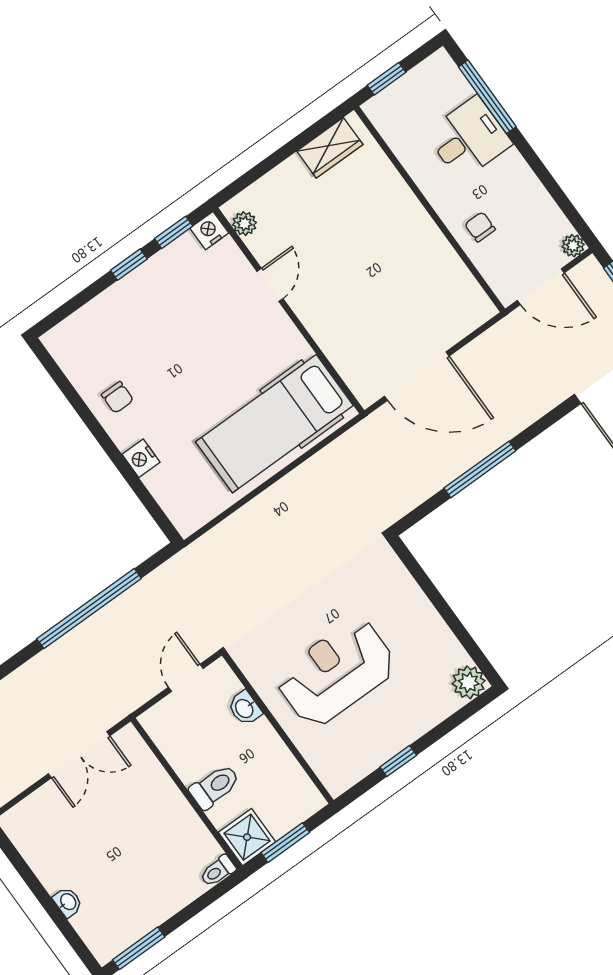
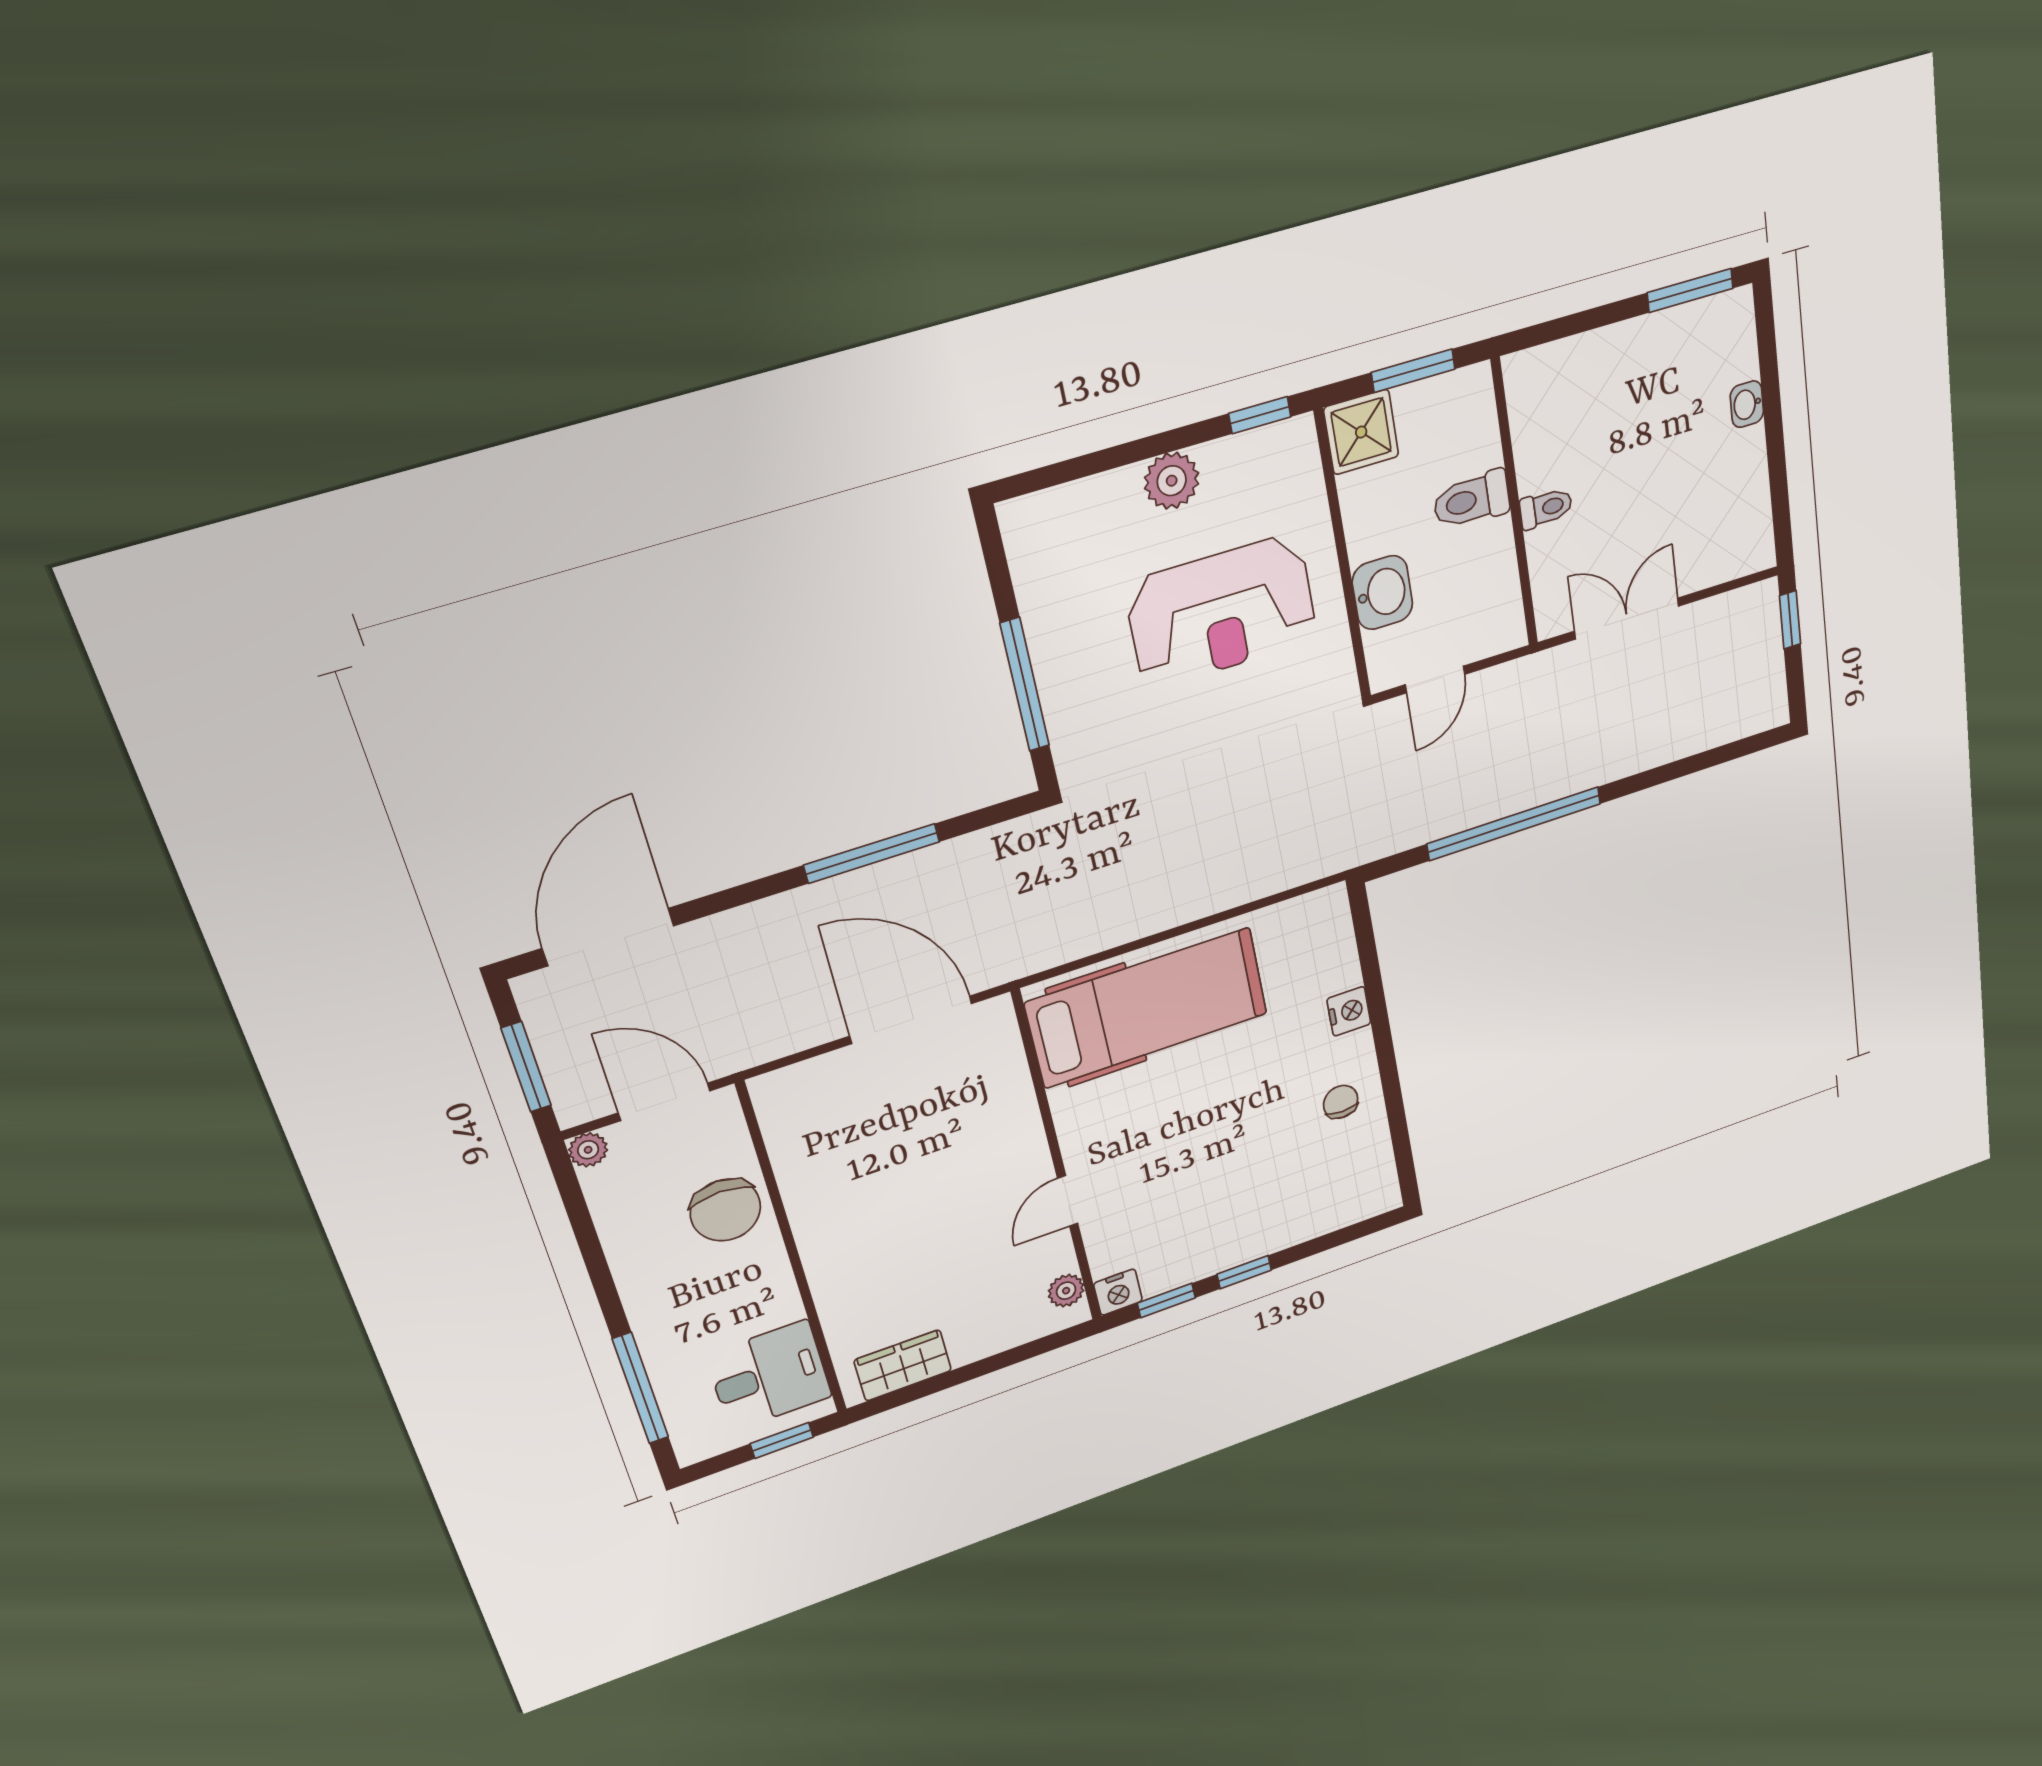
desk: (468, 138) -> (769, 1376), moved, turned 180
chair: (480, 227) -> (725, 1210), width x1.87, depth x1.87
window: (433, 593) -> (1025, 685), added
plant: (469, 682) -> (1172, 481), moved
washbasin: (245, 708) -> (1382, 593), width x1.38, depth x1.45
window: (398, 761) -> (1260, 415), moved
shower: (247, 837) -> (1361, 432), moved
toilet: (218, 871) -> (1546, 508), moved

